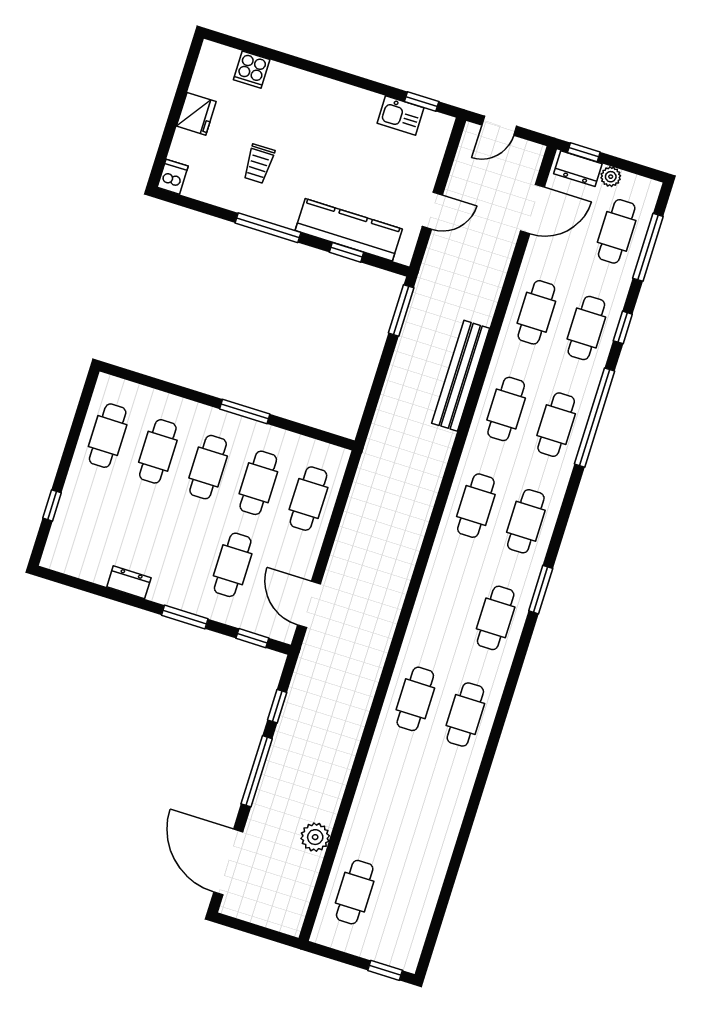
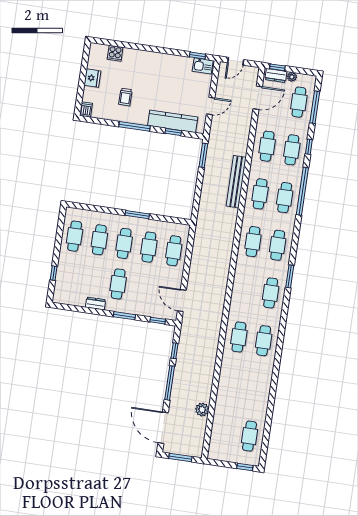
kitchen sink: (401, 116) -> (203, 66), moved
cafe table: (233, 565) -> (118, 284), moved
cafe table: (355, 892) -> (250, 436), moved
window: (254, 929) -> (180, 457), added

